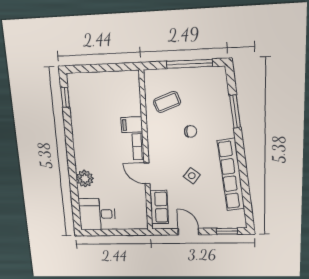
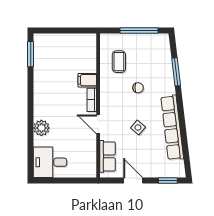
window: (65, 97) -> (31, 54), width x1.50
coffee table: (167, 102) -> (119, 62), turned -70

